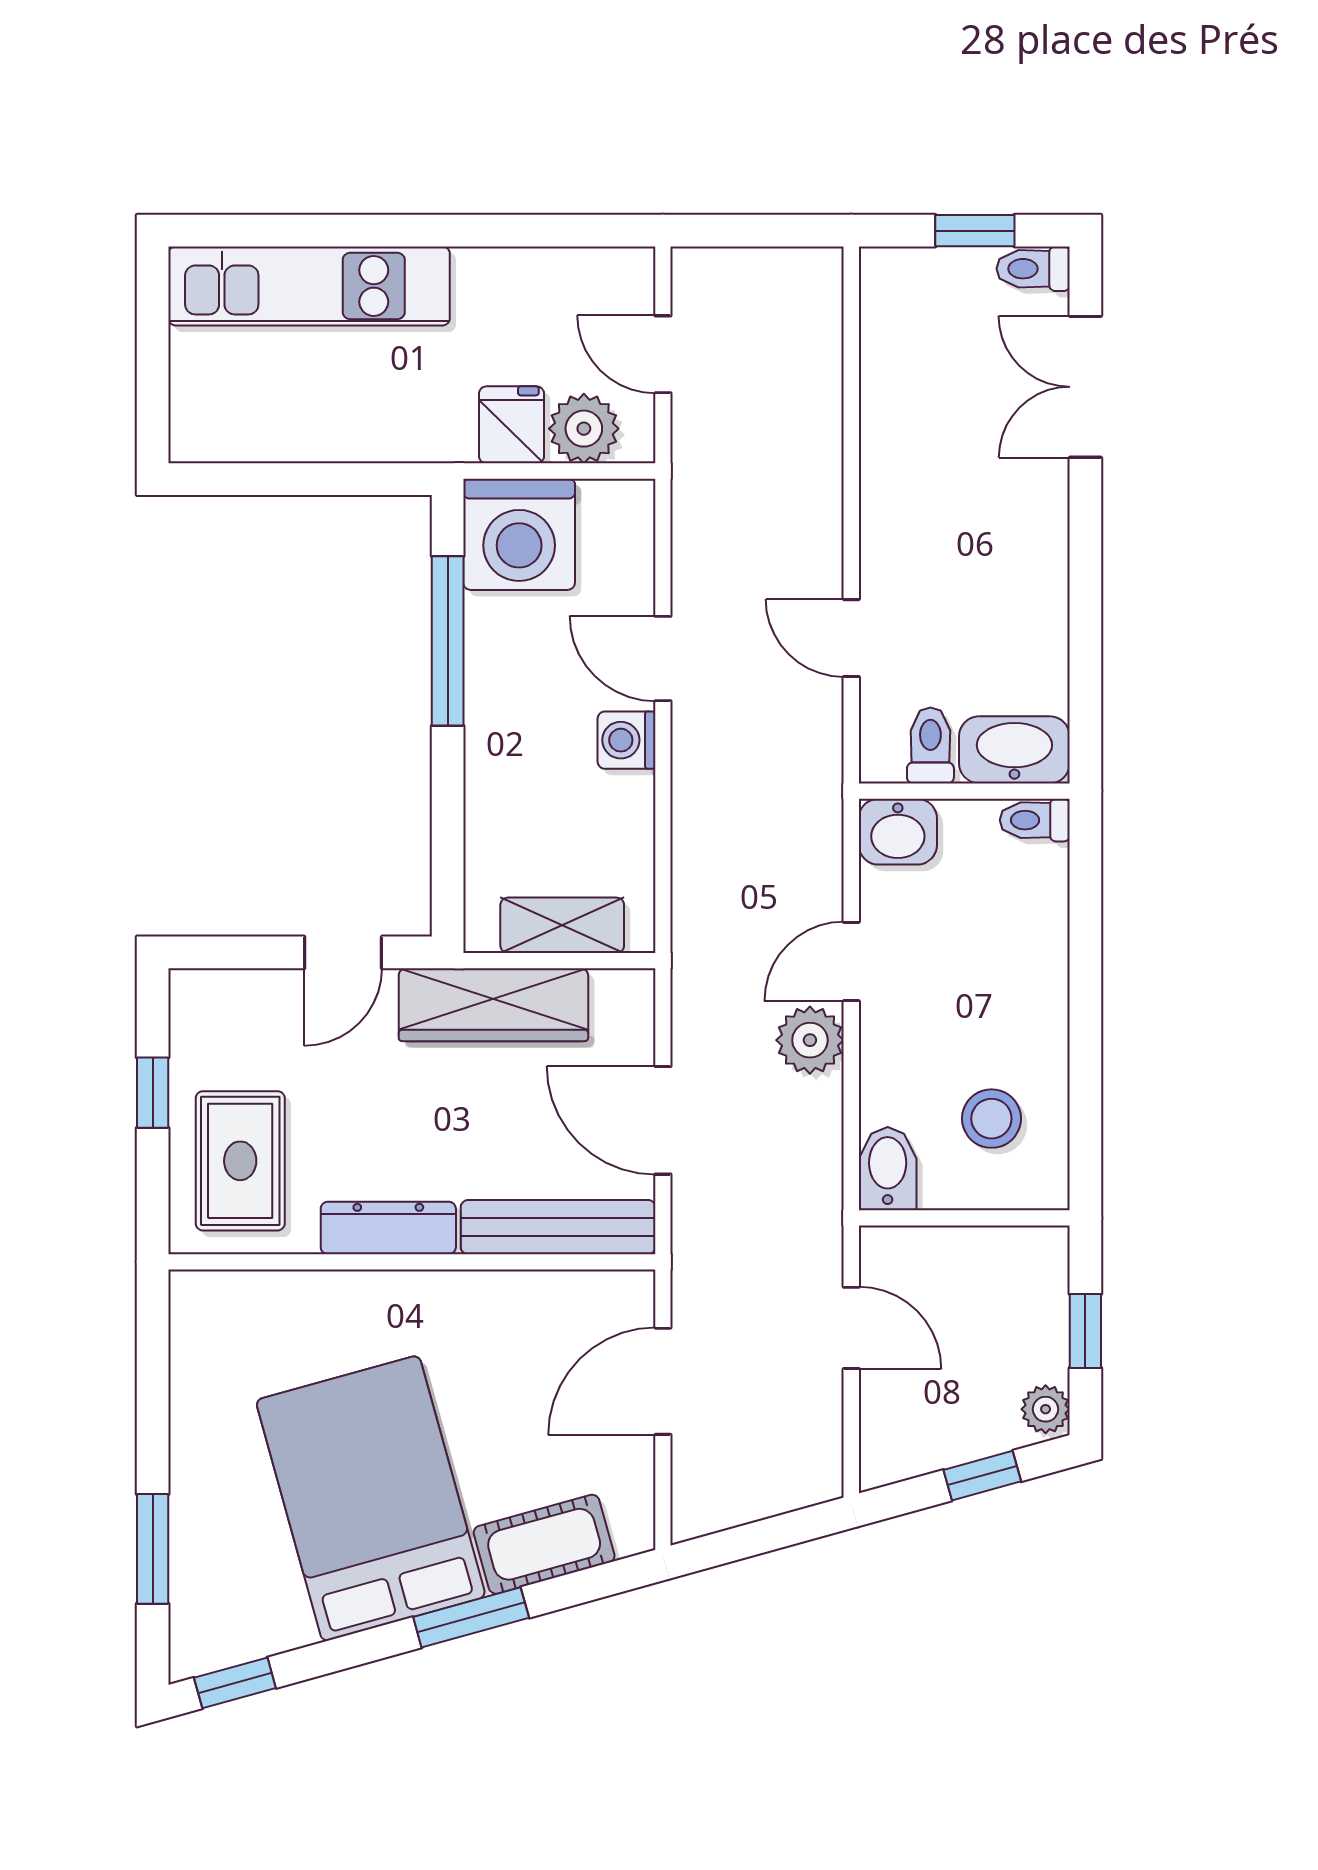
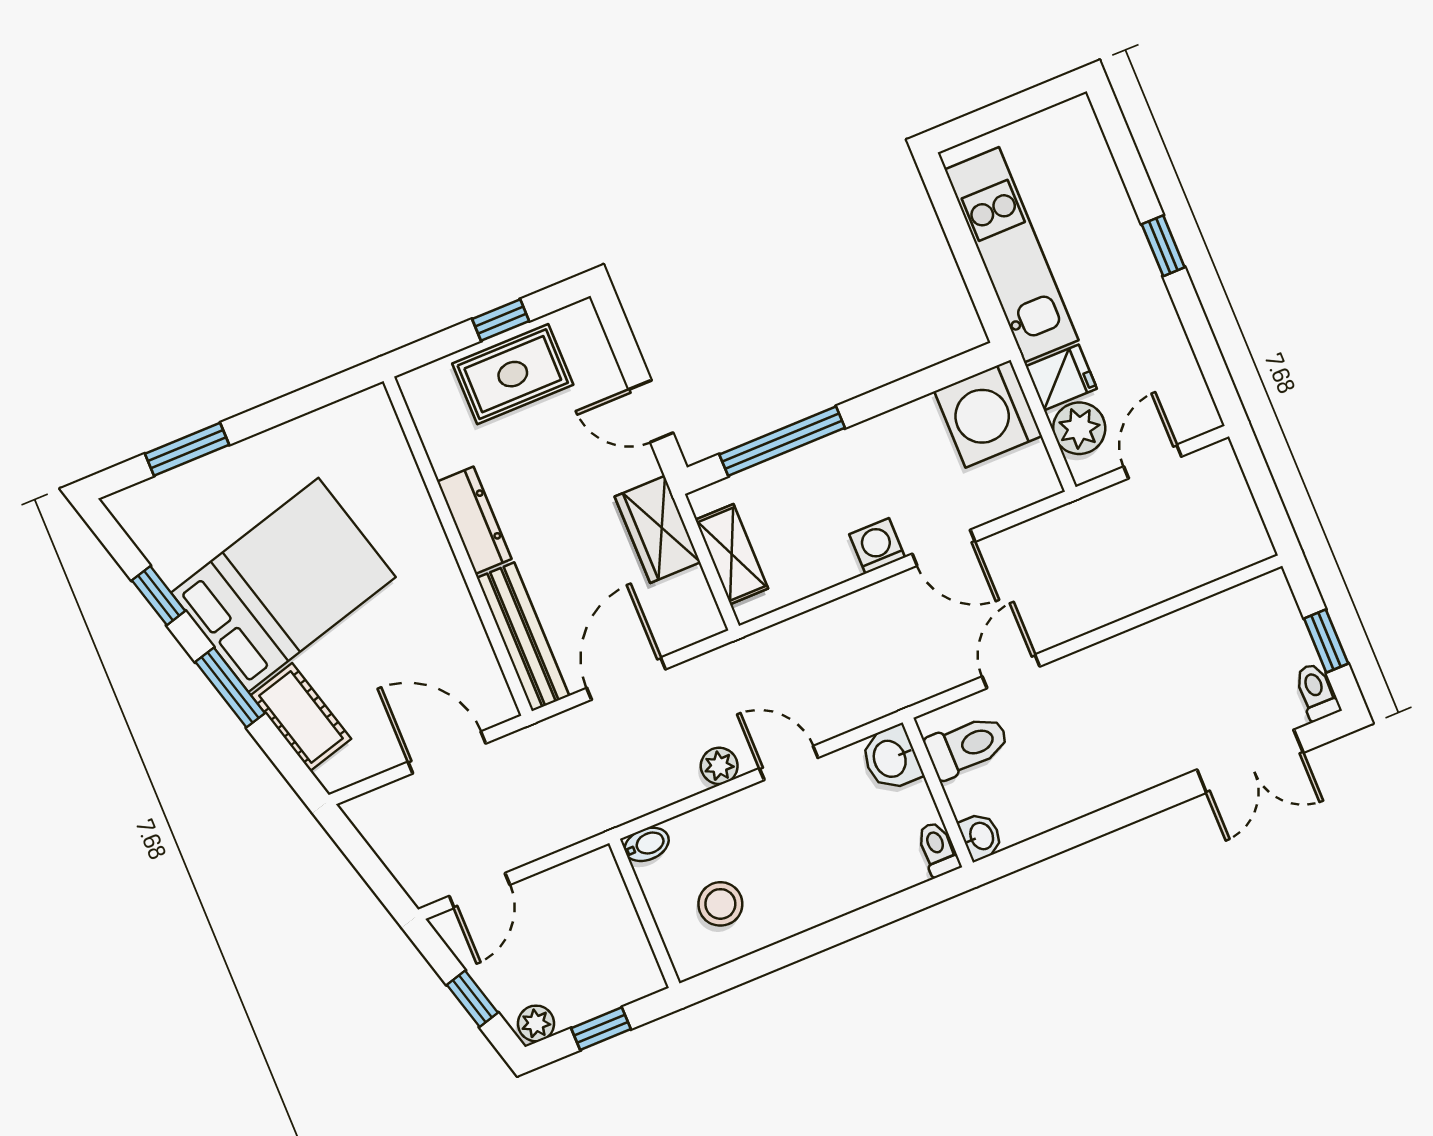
window: (400, 231) -> (1163, 246), added
kitchen unit: (309, 286) -> (1012, 255), moved, turned 180
double door: (1085, 387) -> (1250, 761), swing flipped
window: (448, 641) -> (782, 441), moved
door: (663, 658) -> (944, 548), swing flipped
toilet: (930, 746) -> (967, 746), width x1.37, depth x1.39
washbasin: (1014, 750) -> (981, 836), width x0.52, depth x0.69
wardrobe: (493, 1005) -> (658, 529), width x0.67
plant: (810, 1040) -> (719, 766), width x0.73, depth x0.73
rug: (240, 1161) -> (513, 374), moved
bidet: (888, 1169) -> (647, 844), width x0.72, depth x0.74
door: (851, 1328) -> (479, 890), moved
window: (235, 1683) -> (159, 596), moved

